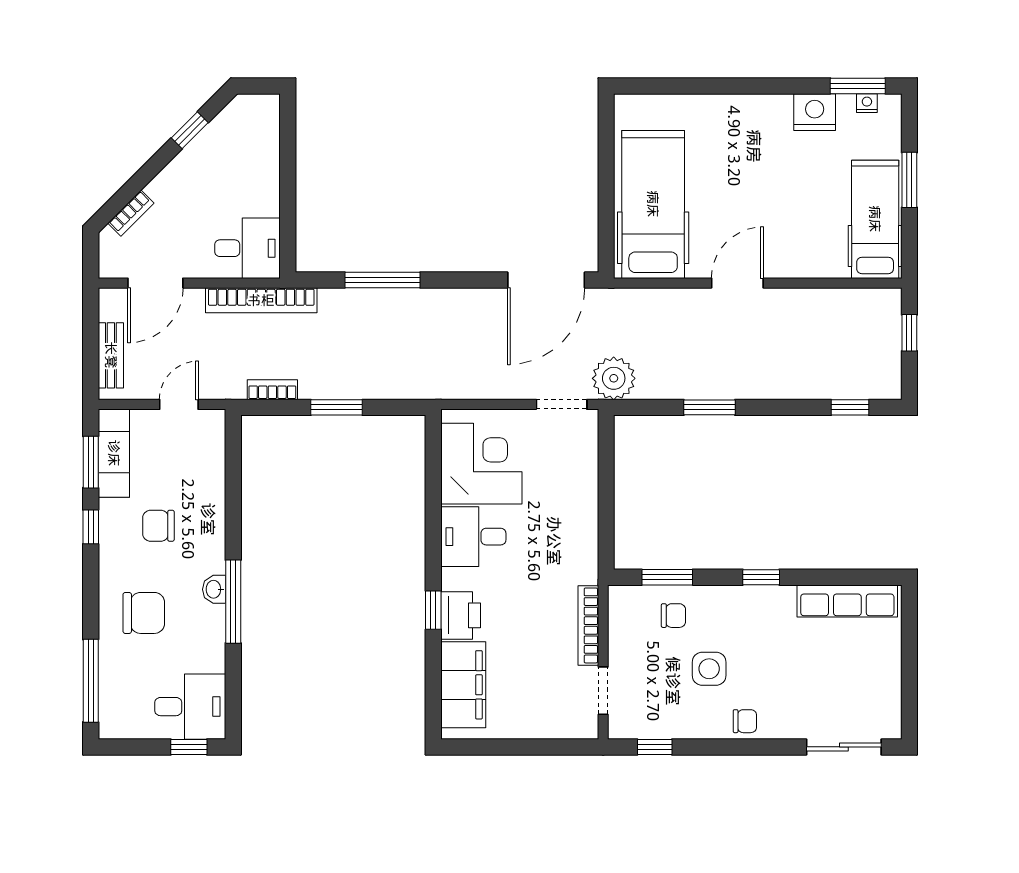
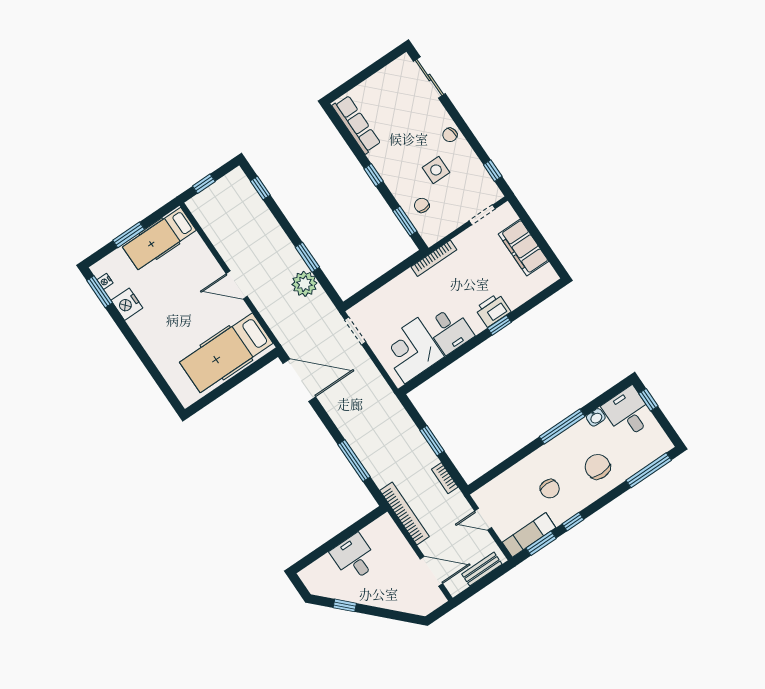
bookcase: (131, 213) -> (405, 607), removed
desk: (248, 248) -> (354, 557), moved
plant: (614, 378) -> (304, 284), moved
washbasin: (214, 589) -> (596, 417), moved
bookcase: (588, 625) -> (434, 258), moved
filing cabinet: (463, 685) -> (523, 248), moved, turned -90
chair: (745, 721) -> (450, 135), turned -103

